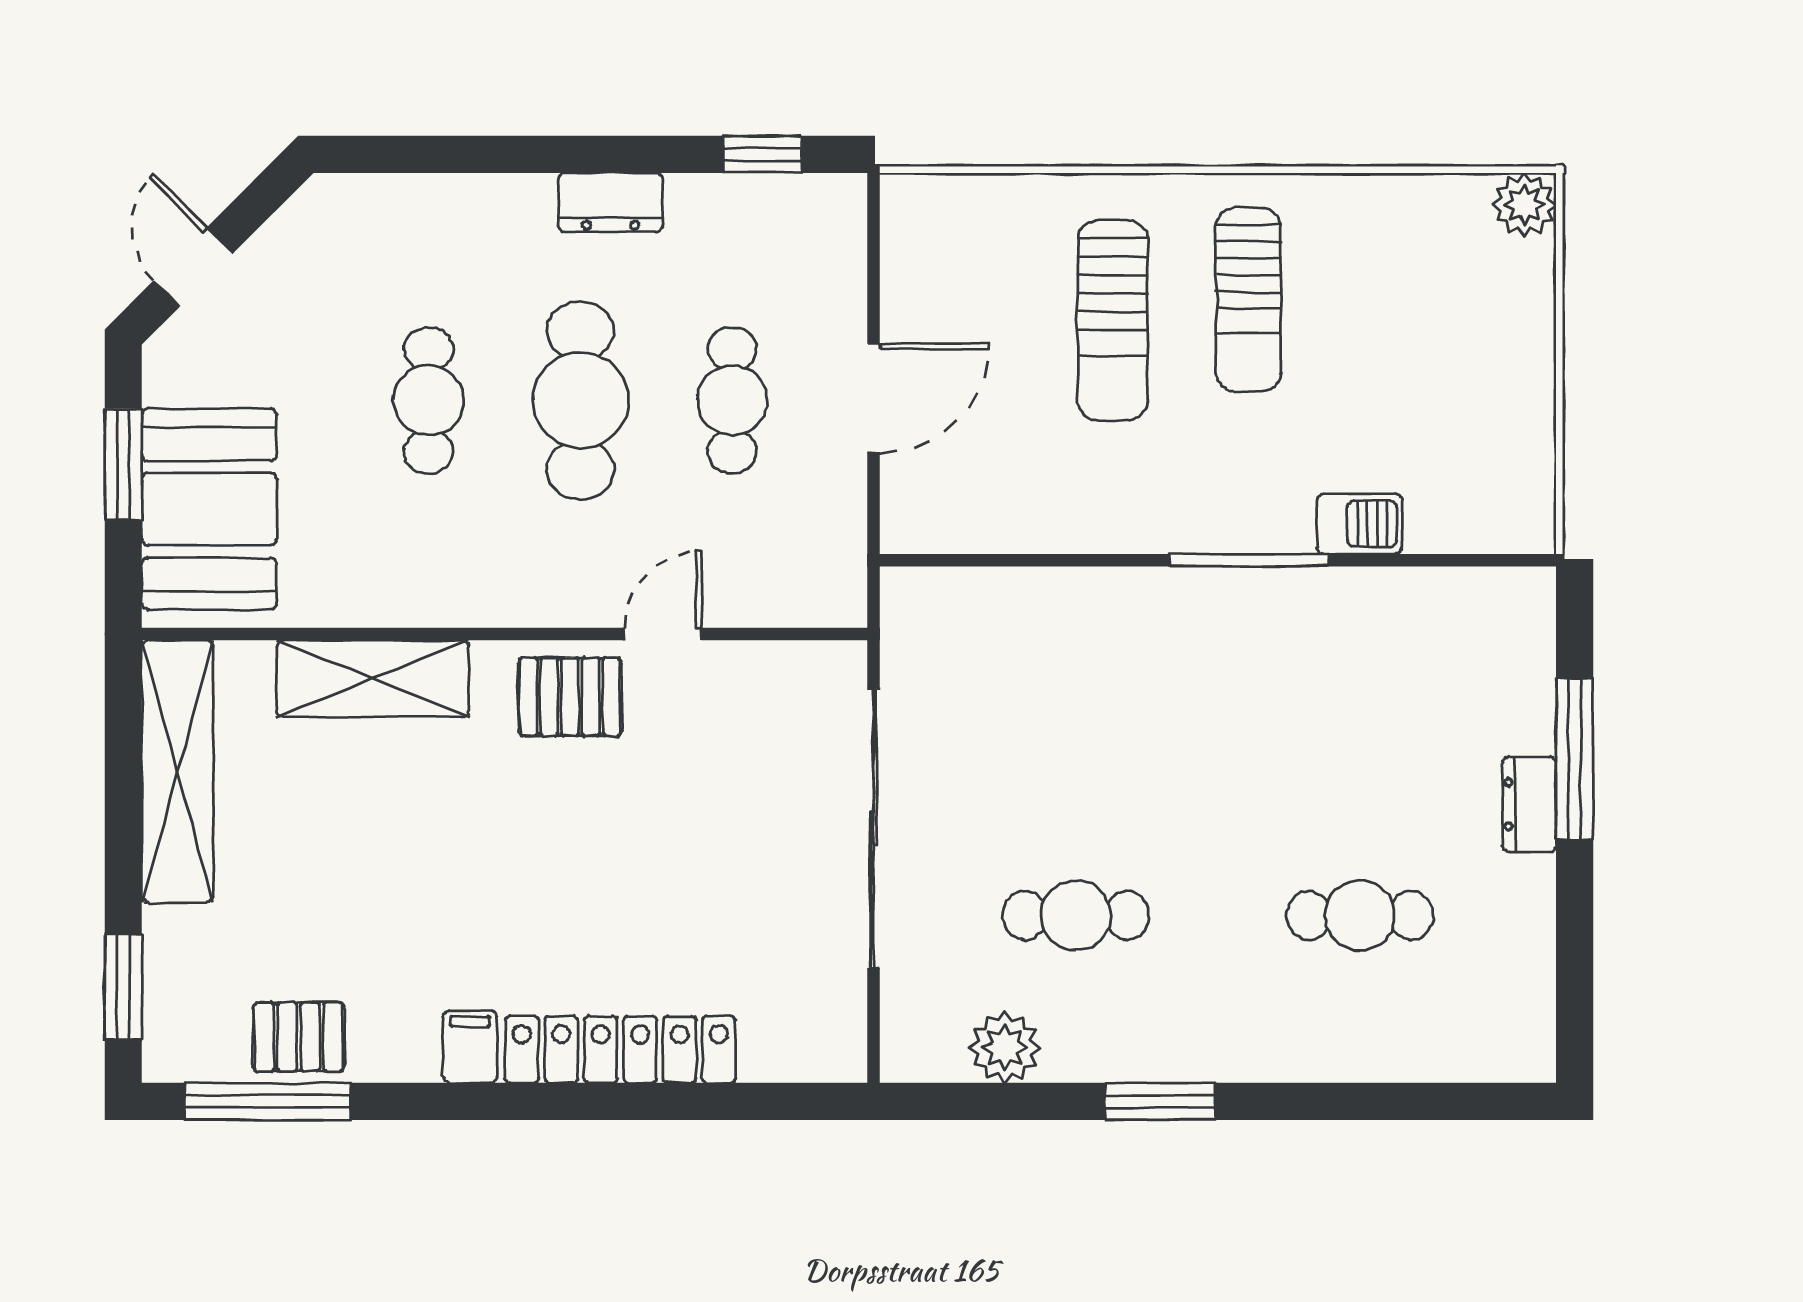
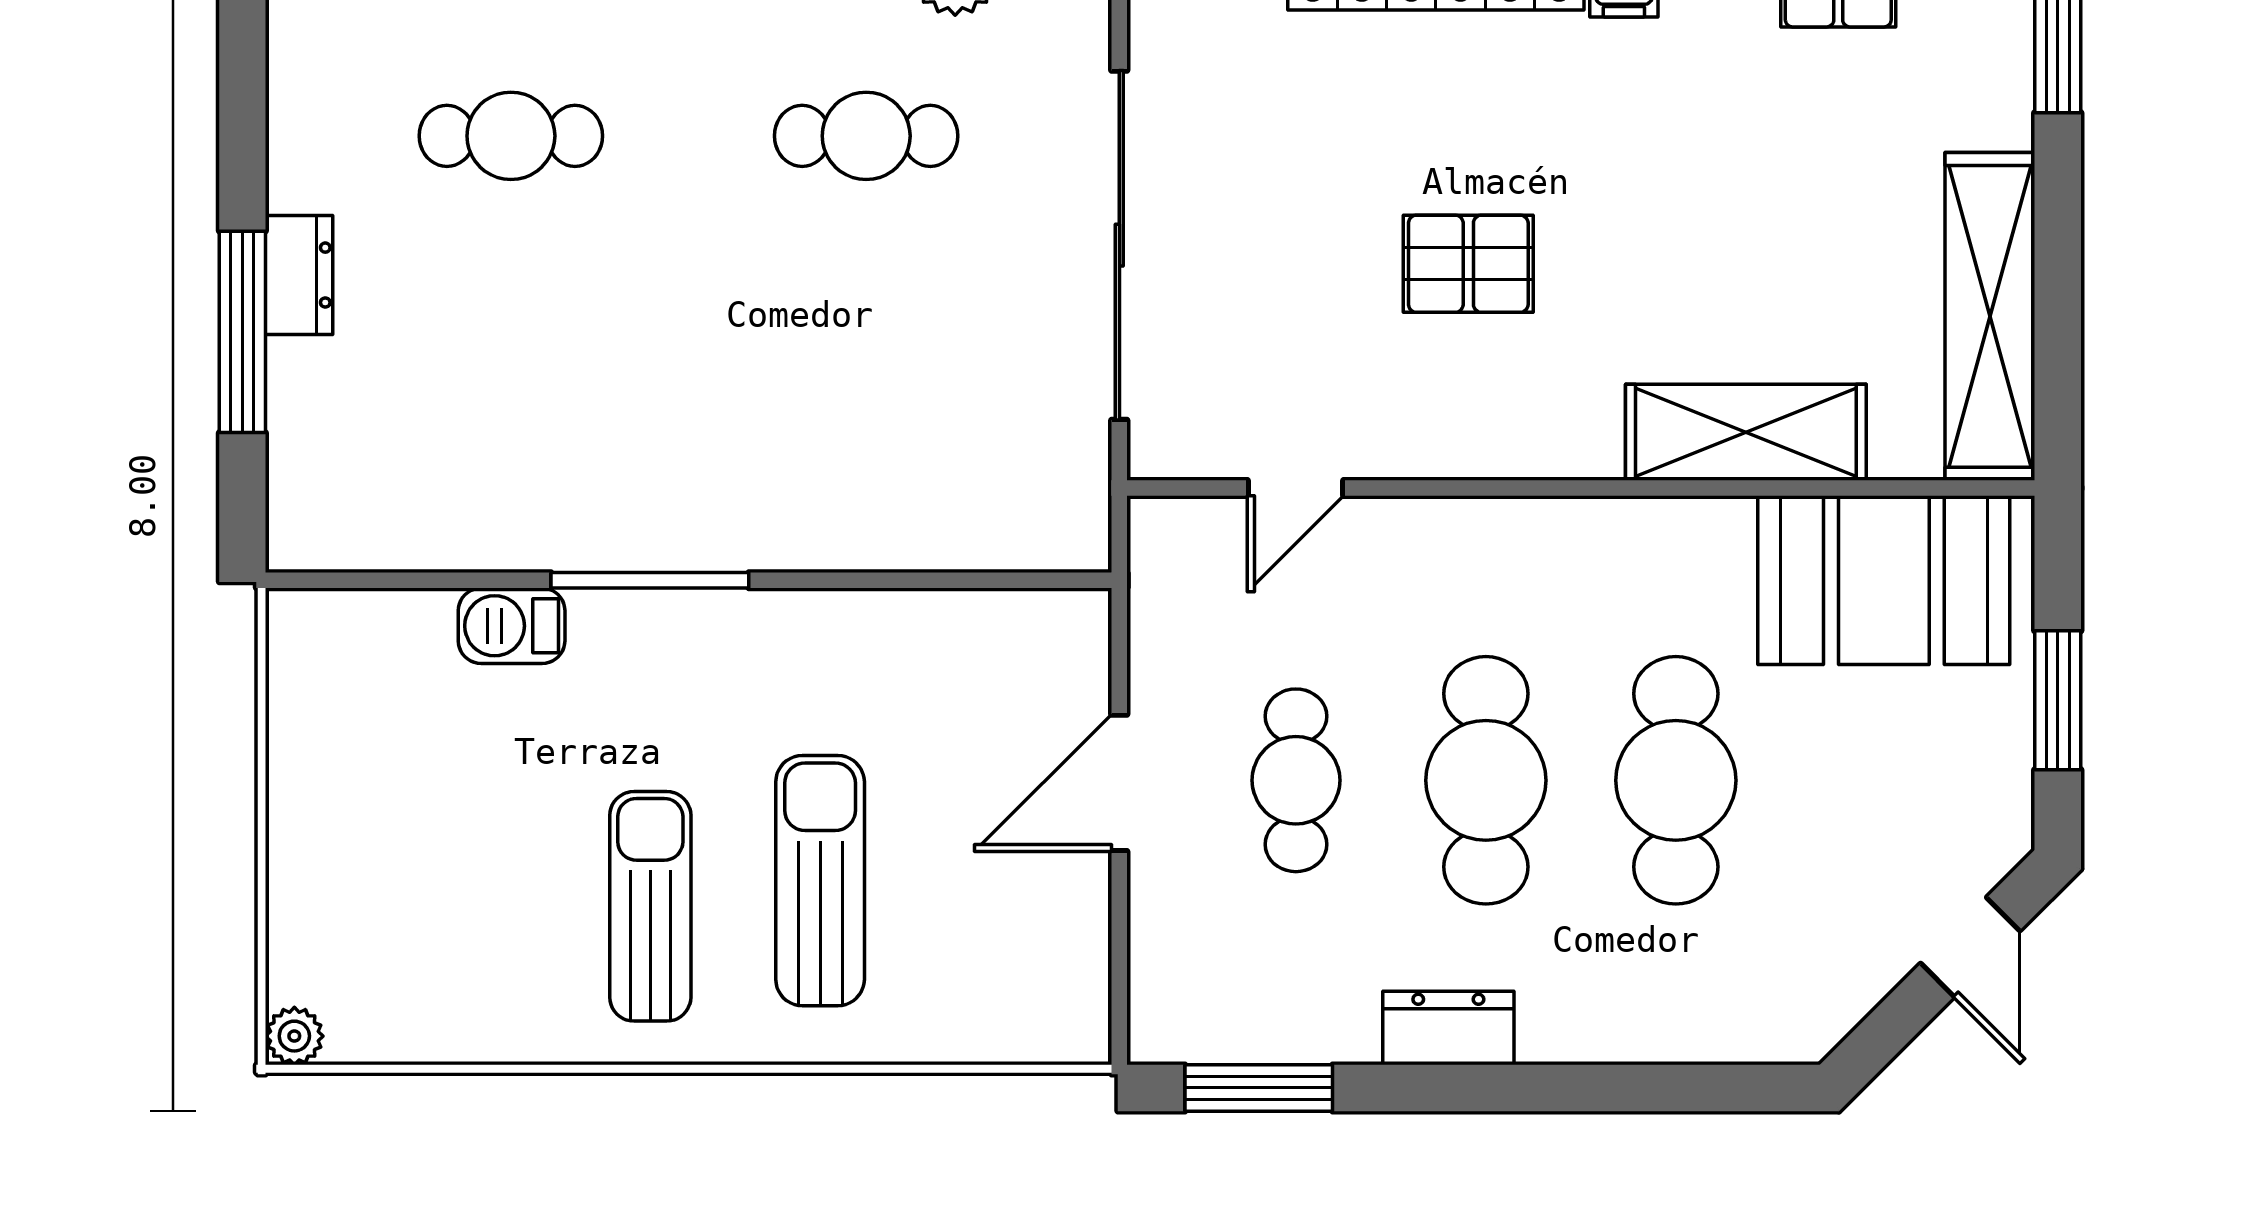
window: (762, 154) -> (1259, 1088), width x1.50
plant: (1524, 205) -> (294, 1036), width x0.73, depth x0.73
cafe table: (429, 400) -> (1676, 780), width x1.37, depth x1.35
booth: (209, 509) -> (1884, 580), moved, turned 90
door: (663, 634) -> (1296, 488), moved
pallet: (570, 697) -> (1468, 264), moved

